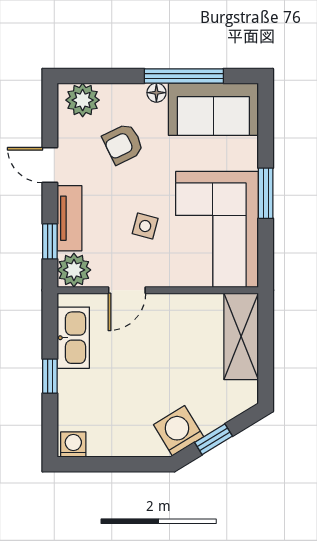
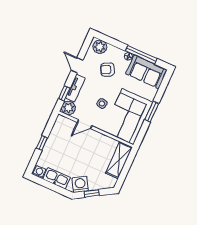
kitchen sink: (73, 338) -> (57, 178), moved, turned -90

